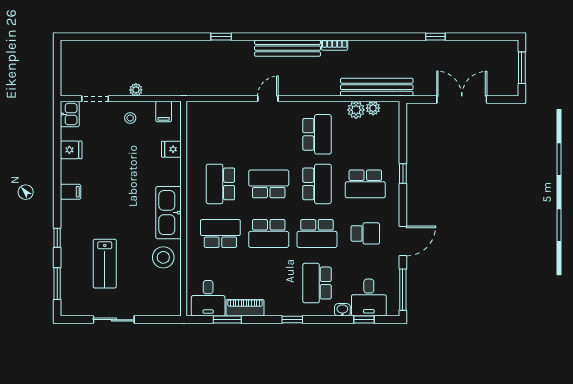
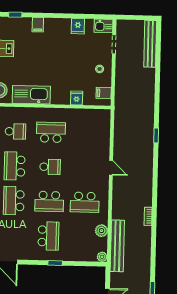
bench: (288, 48) -> (150, 44), moved
plant: (136, 90) -> (120, 73), removed
plant: (373, 108) -> (102, 257), moved
school desk: (269, 184) -> (50, 167), width x0.54
school desk: (365, 184) -> (48, 236), turned 180
filing cabinet: (71, 192) -> (38, 25), moved
school desk: (220, 233) -> (15, 131), width x0.54
school desk: (365, 233) -> (13, 235), removed

